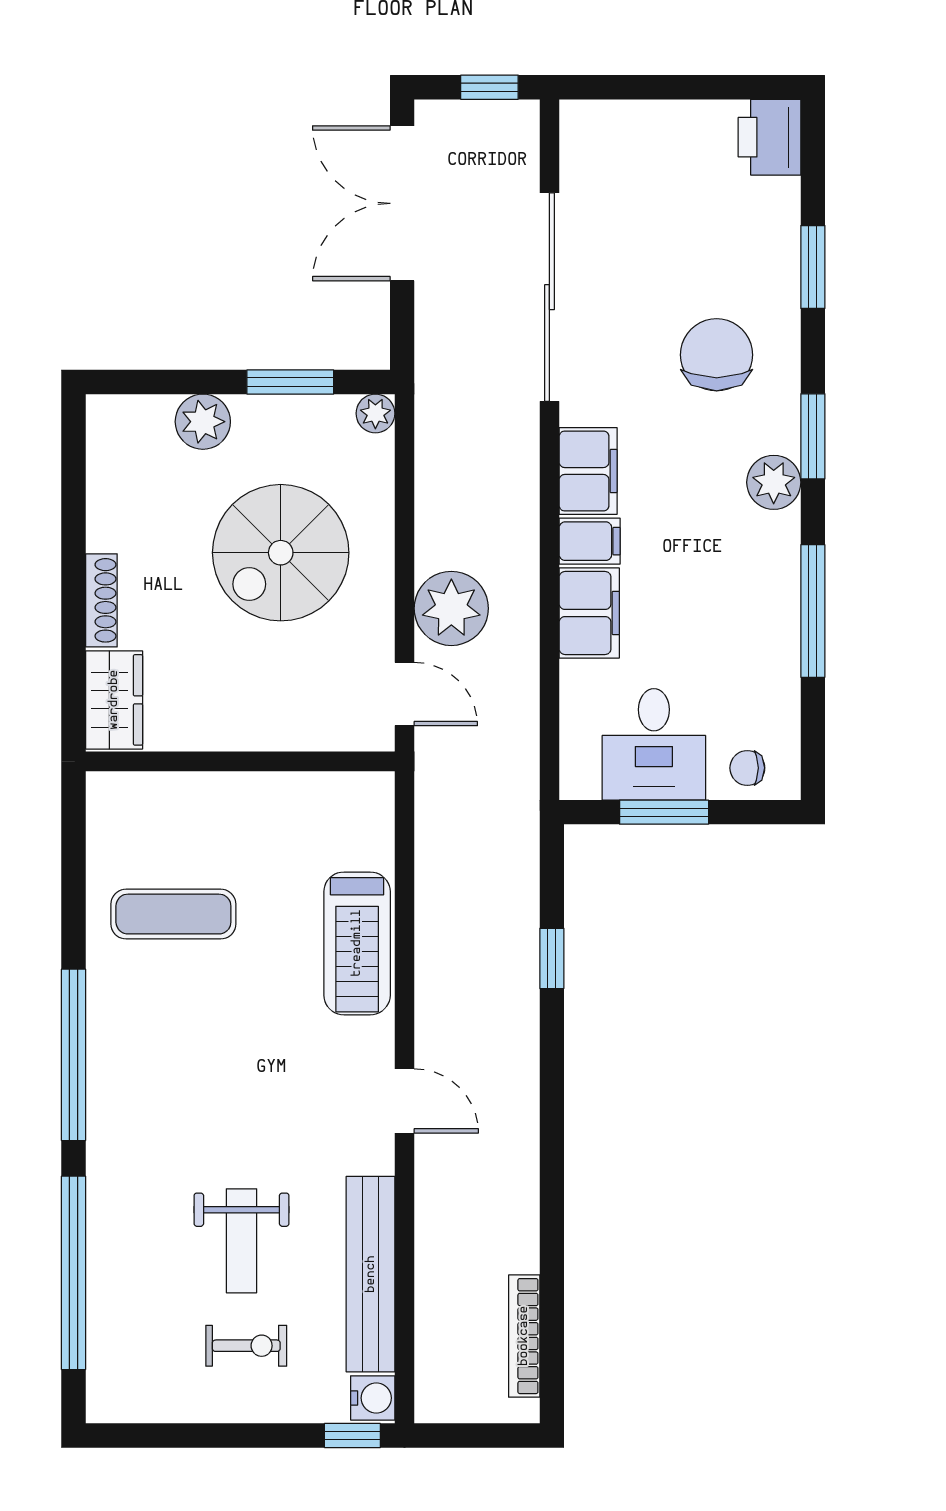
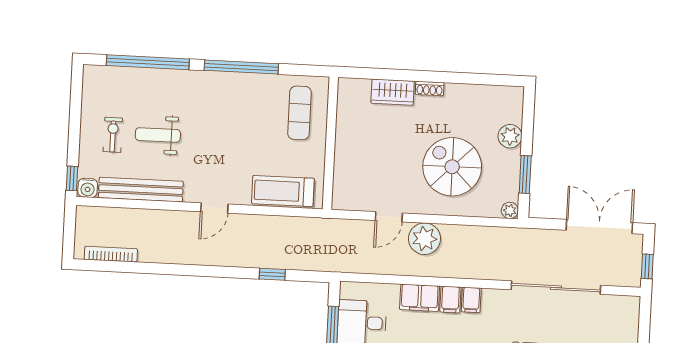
filing cabinet: (588, 471) -> (471, 300), width x0.50
shoe rack: (101, 600) -> (430, 89), width x0.70
wall: (240, 761) -> (330, 143), moved
exercise bike: (246, 1346) -> (113, 135), turned 180

